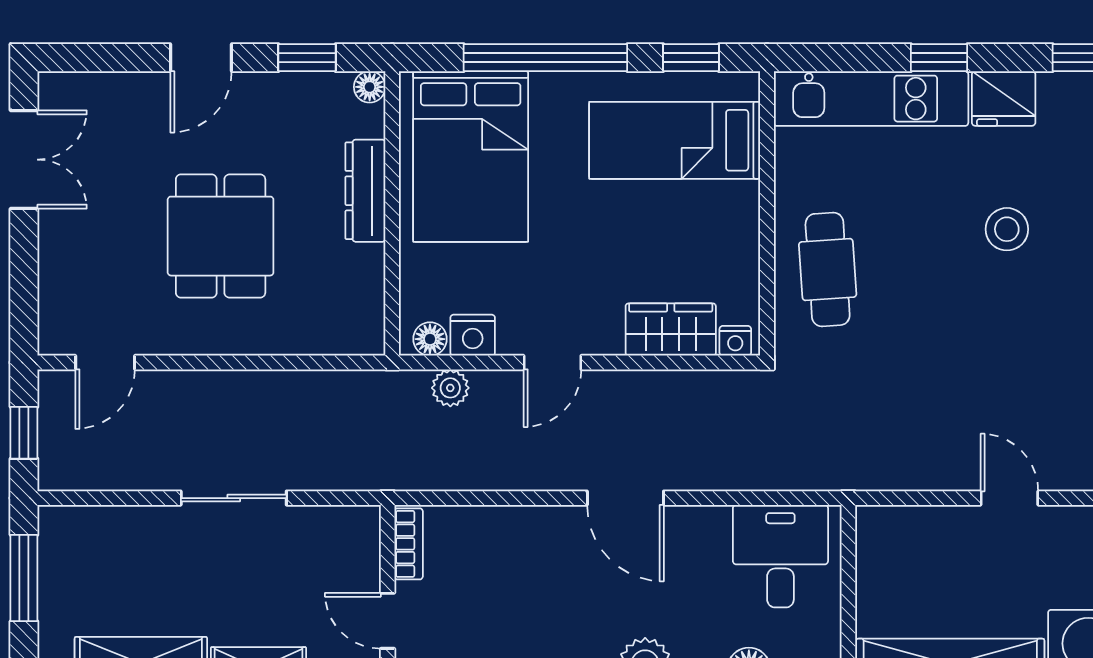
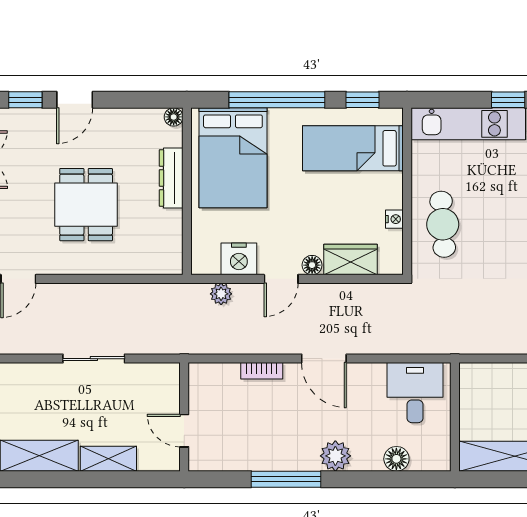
window: (307, 58) -> (25, 100), moved
nightstand: (473, 335) -> (239, 259), width x1.36, depth x1.33
floor lamp: (430, 339) -> (312, 265), moved
nightstand: (735, 341) -> (394, 219), moved, turned -90
bookcase: (409, 544) -> (262, 371), moved, turned 90

